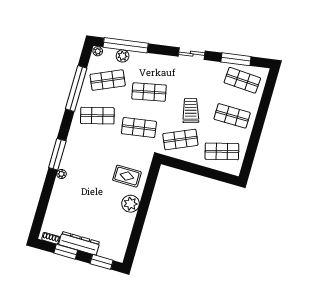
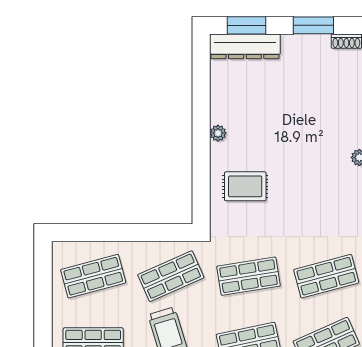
plant: (131, 204) -> (218, 133), width x0.53, depth x0.53
dresser: (79, 243) -> (245, 46), moved

